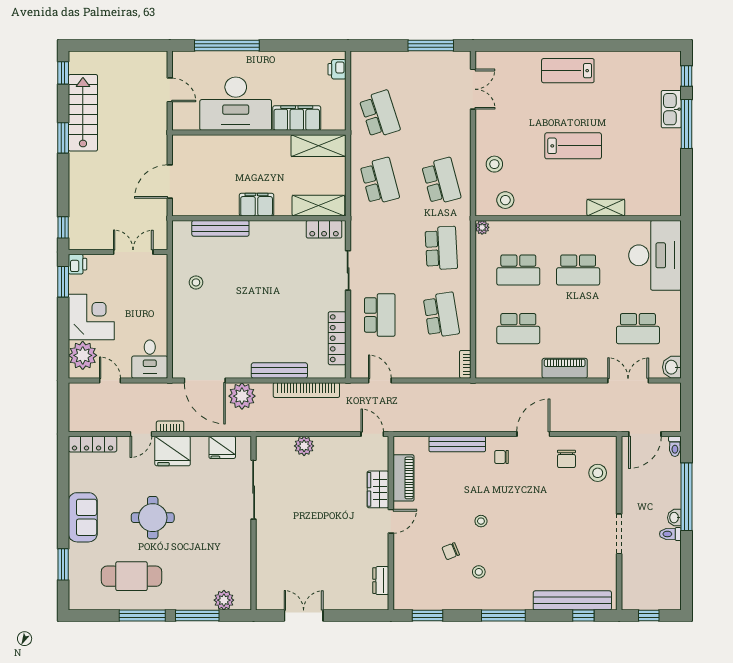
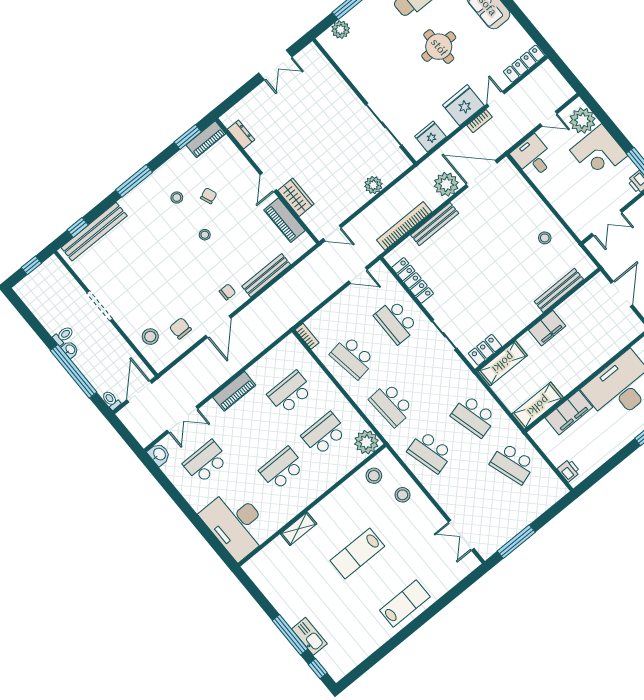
plant: (482, 227) -> (366, 442), width x1.87, depth x1.87
piano: (414, 601) -> (206, 139), added

